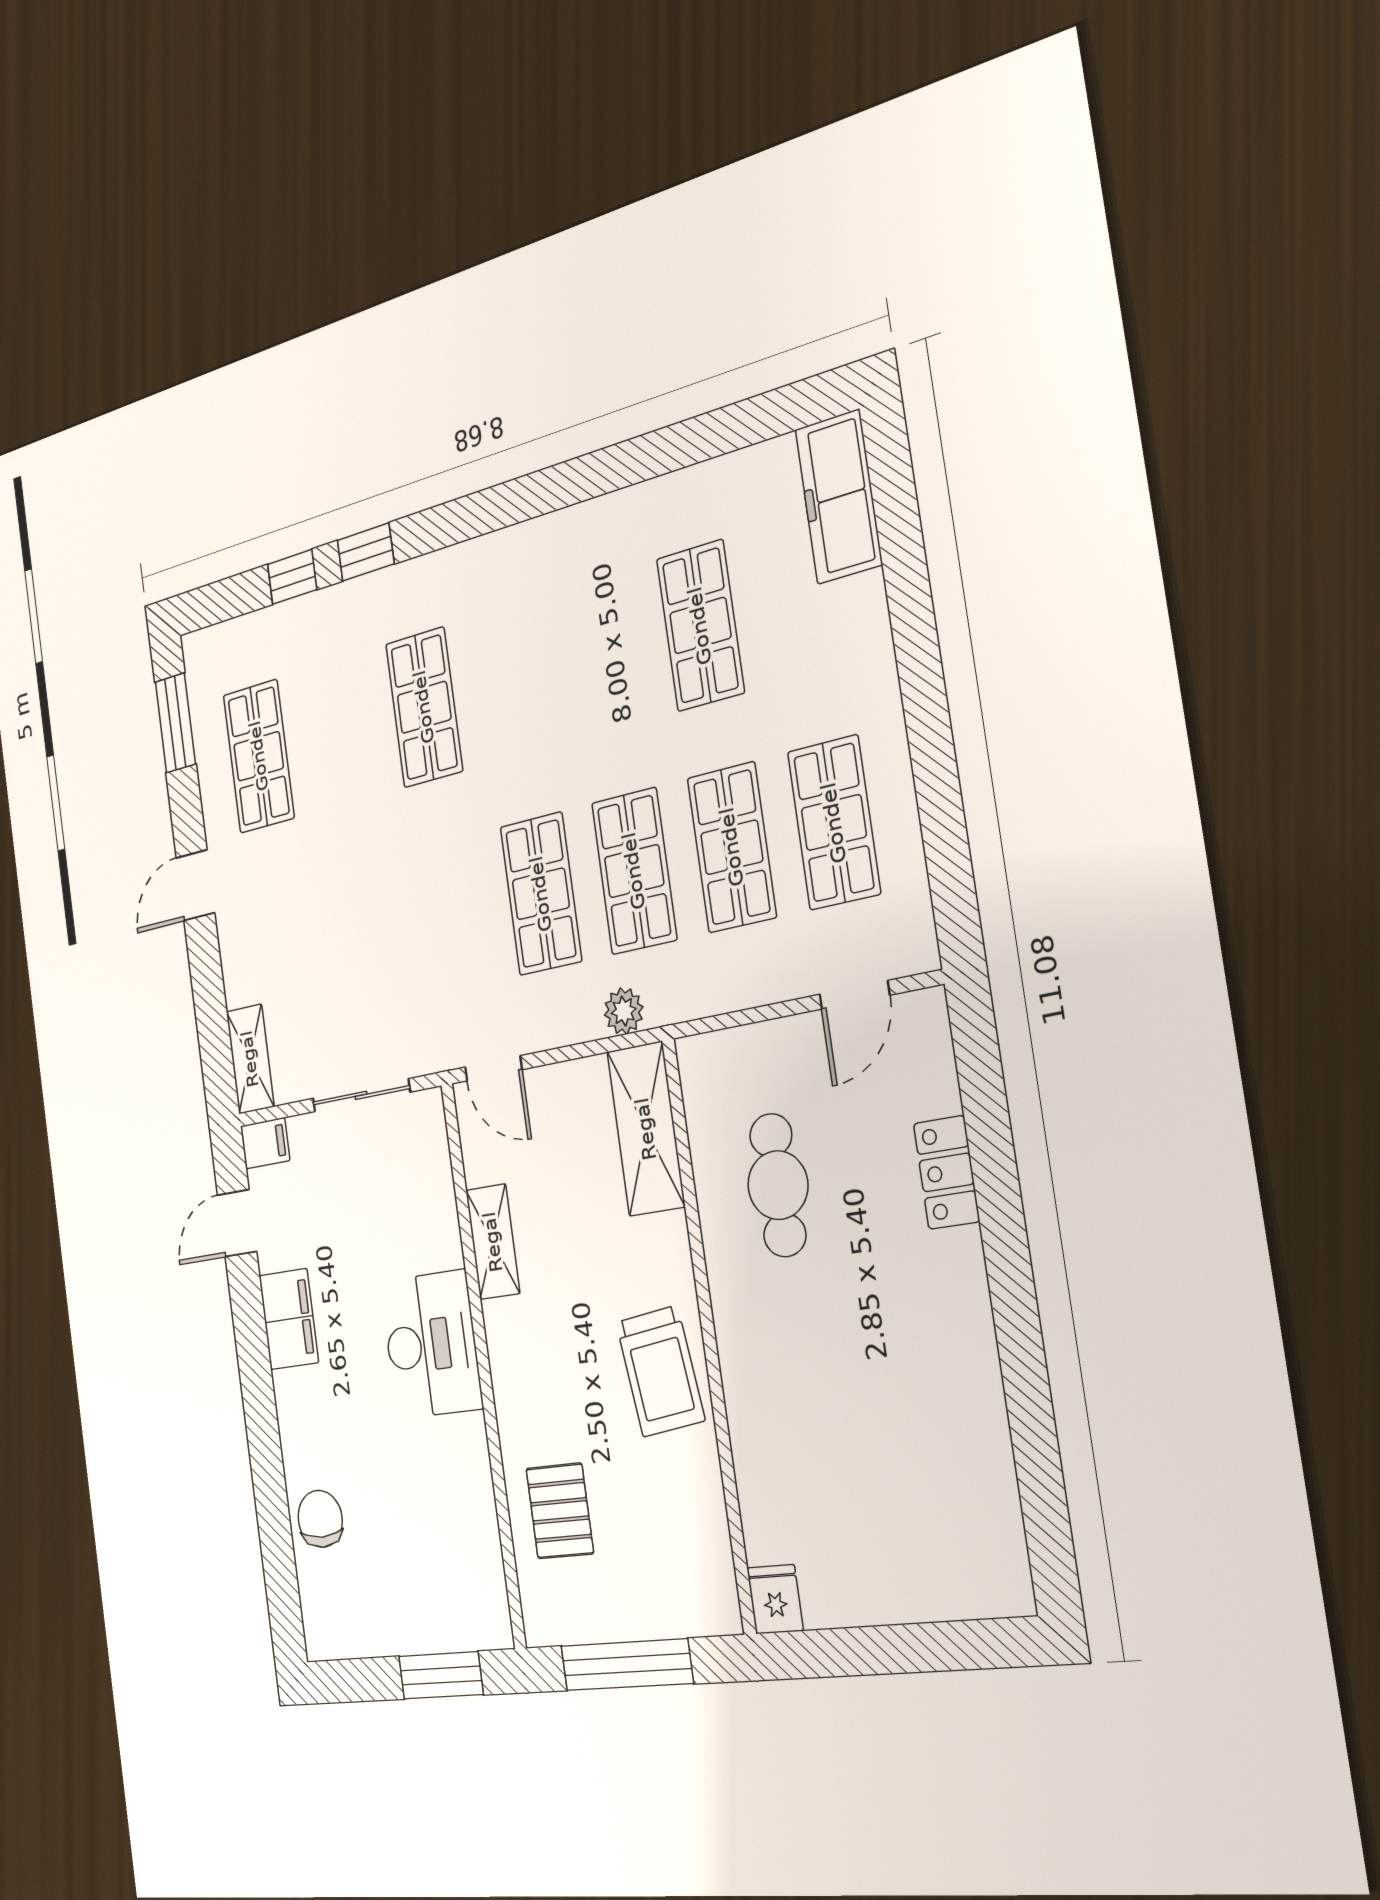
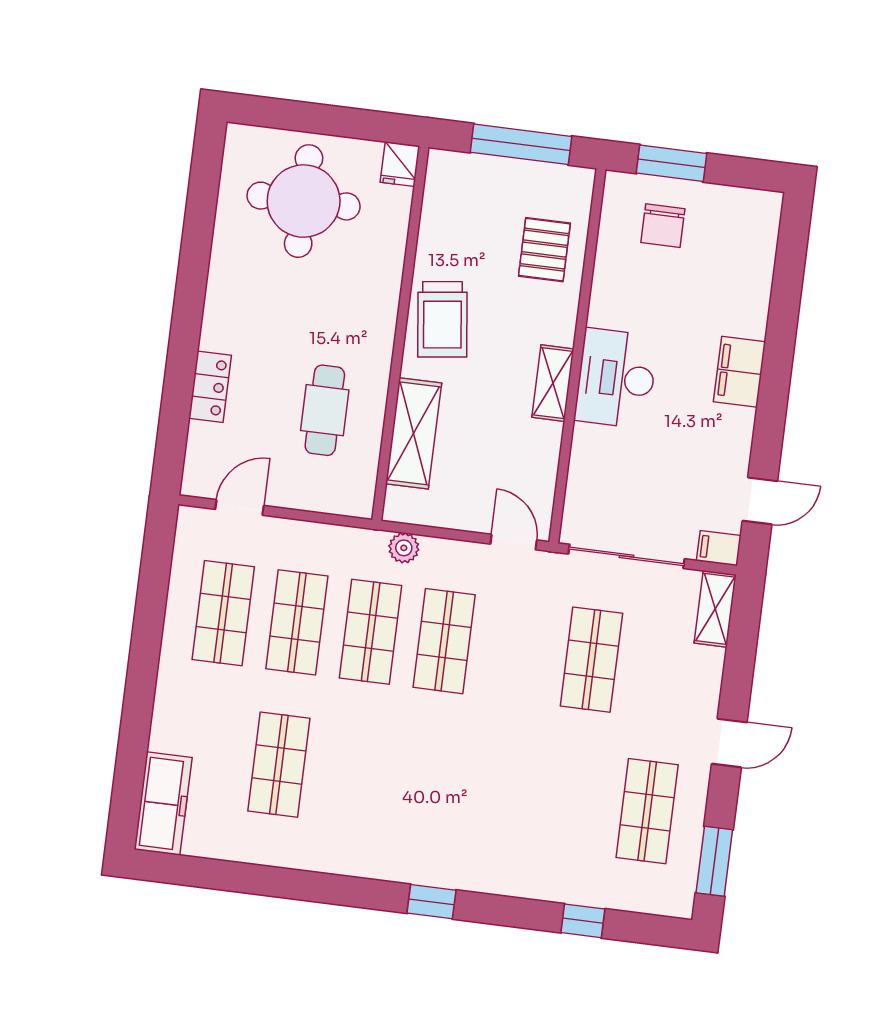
window: (366, 552) -> (431, 902), moved
shop shelf: (424, 707) -> (591, 660), moved
sliding door: (361, 1095) -> (626, 556), width x1.37
shelving: (646, 1129) -> (414, 433), moved
shelving: (493, 1242) -> (553, 383), moved
filing cabinet: (289, 1319) -> (740, 372), moved
trolley: (660, 1371) -> (442, 319), turned 180
round table: (892, 1509) -> (304, 201), added
chair: (320, 1519) -> (663, 226), moved

